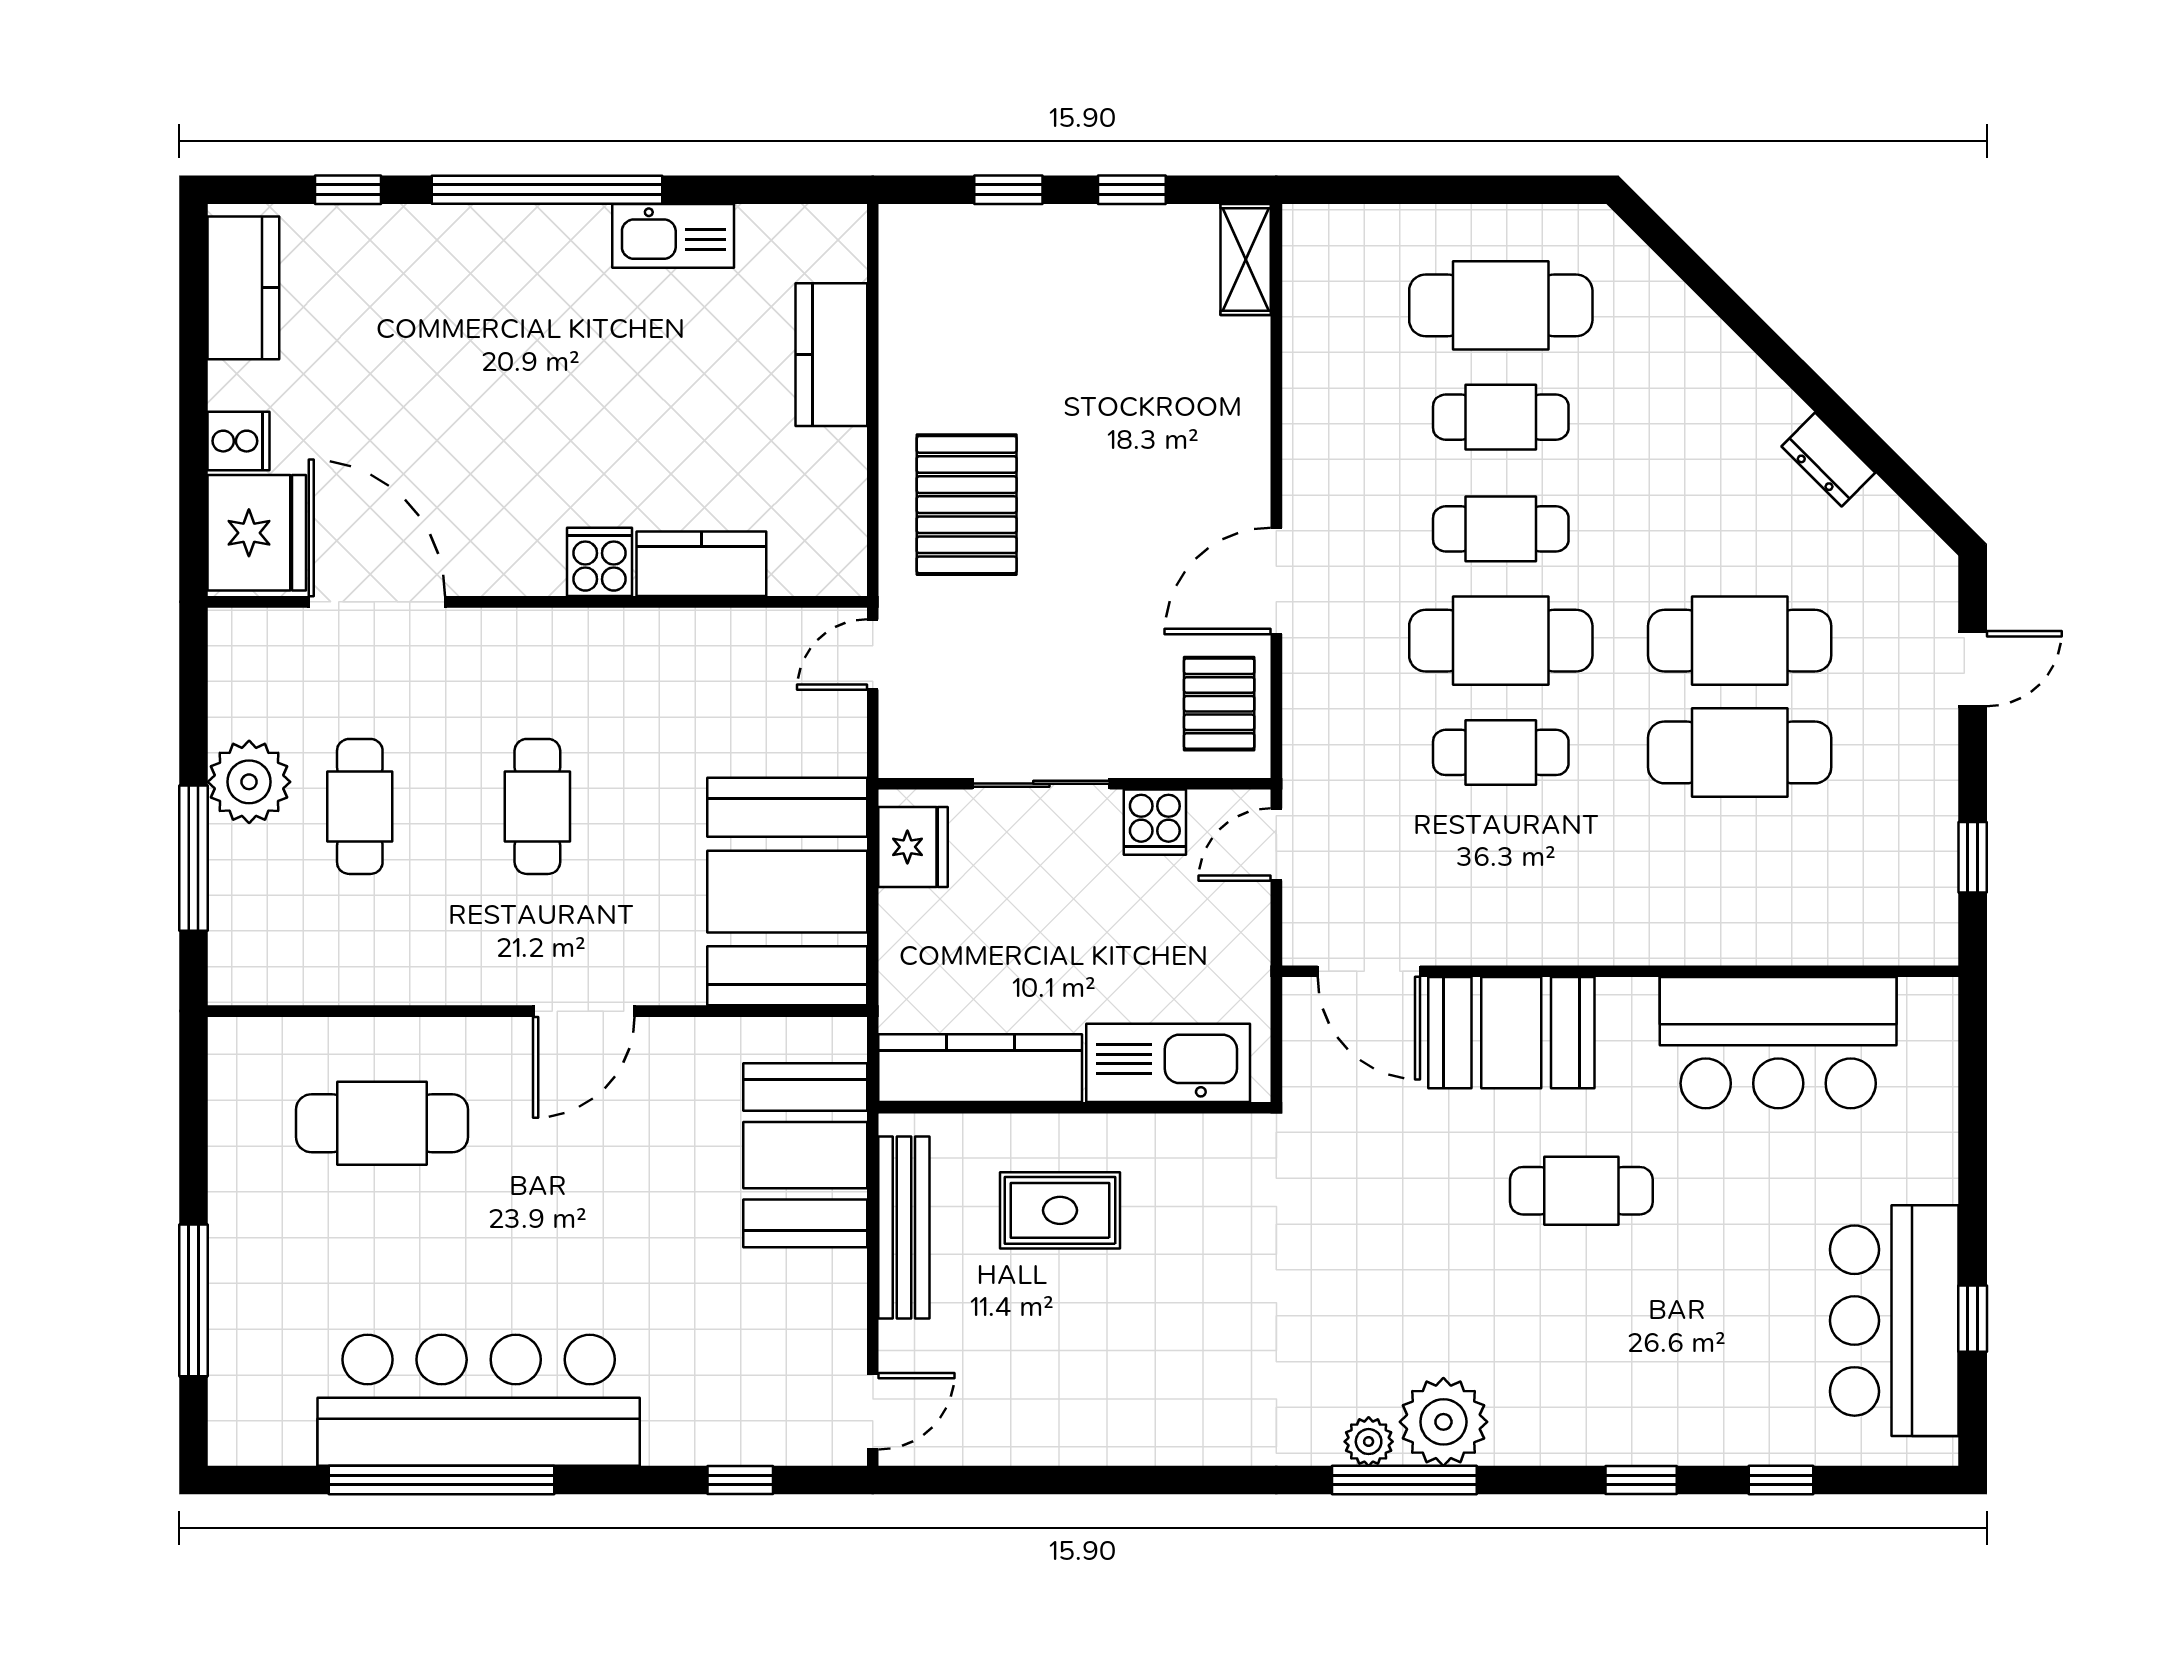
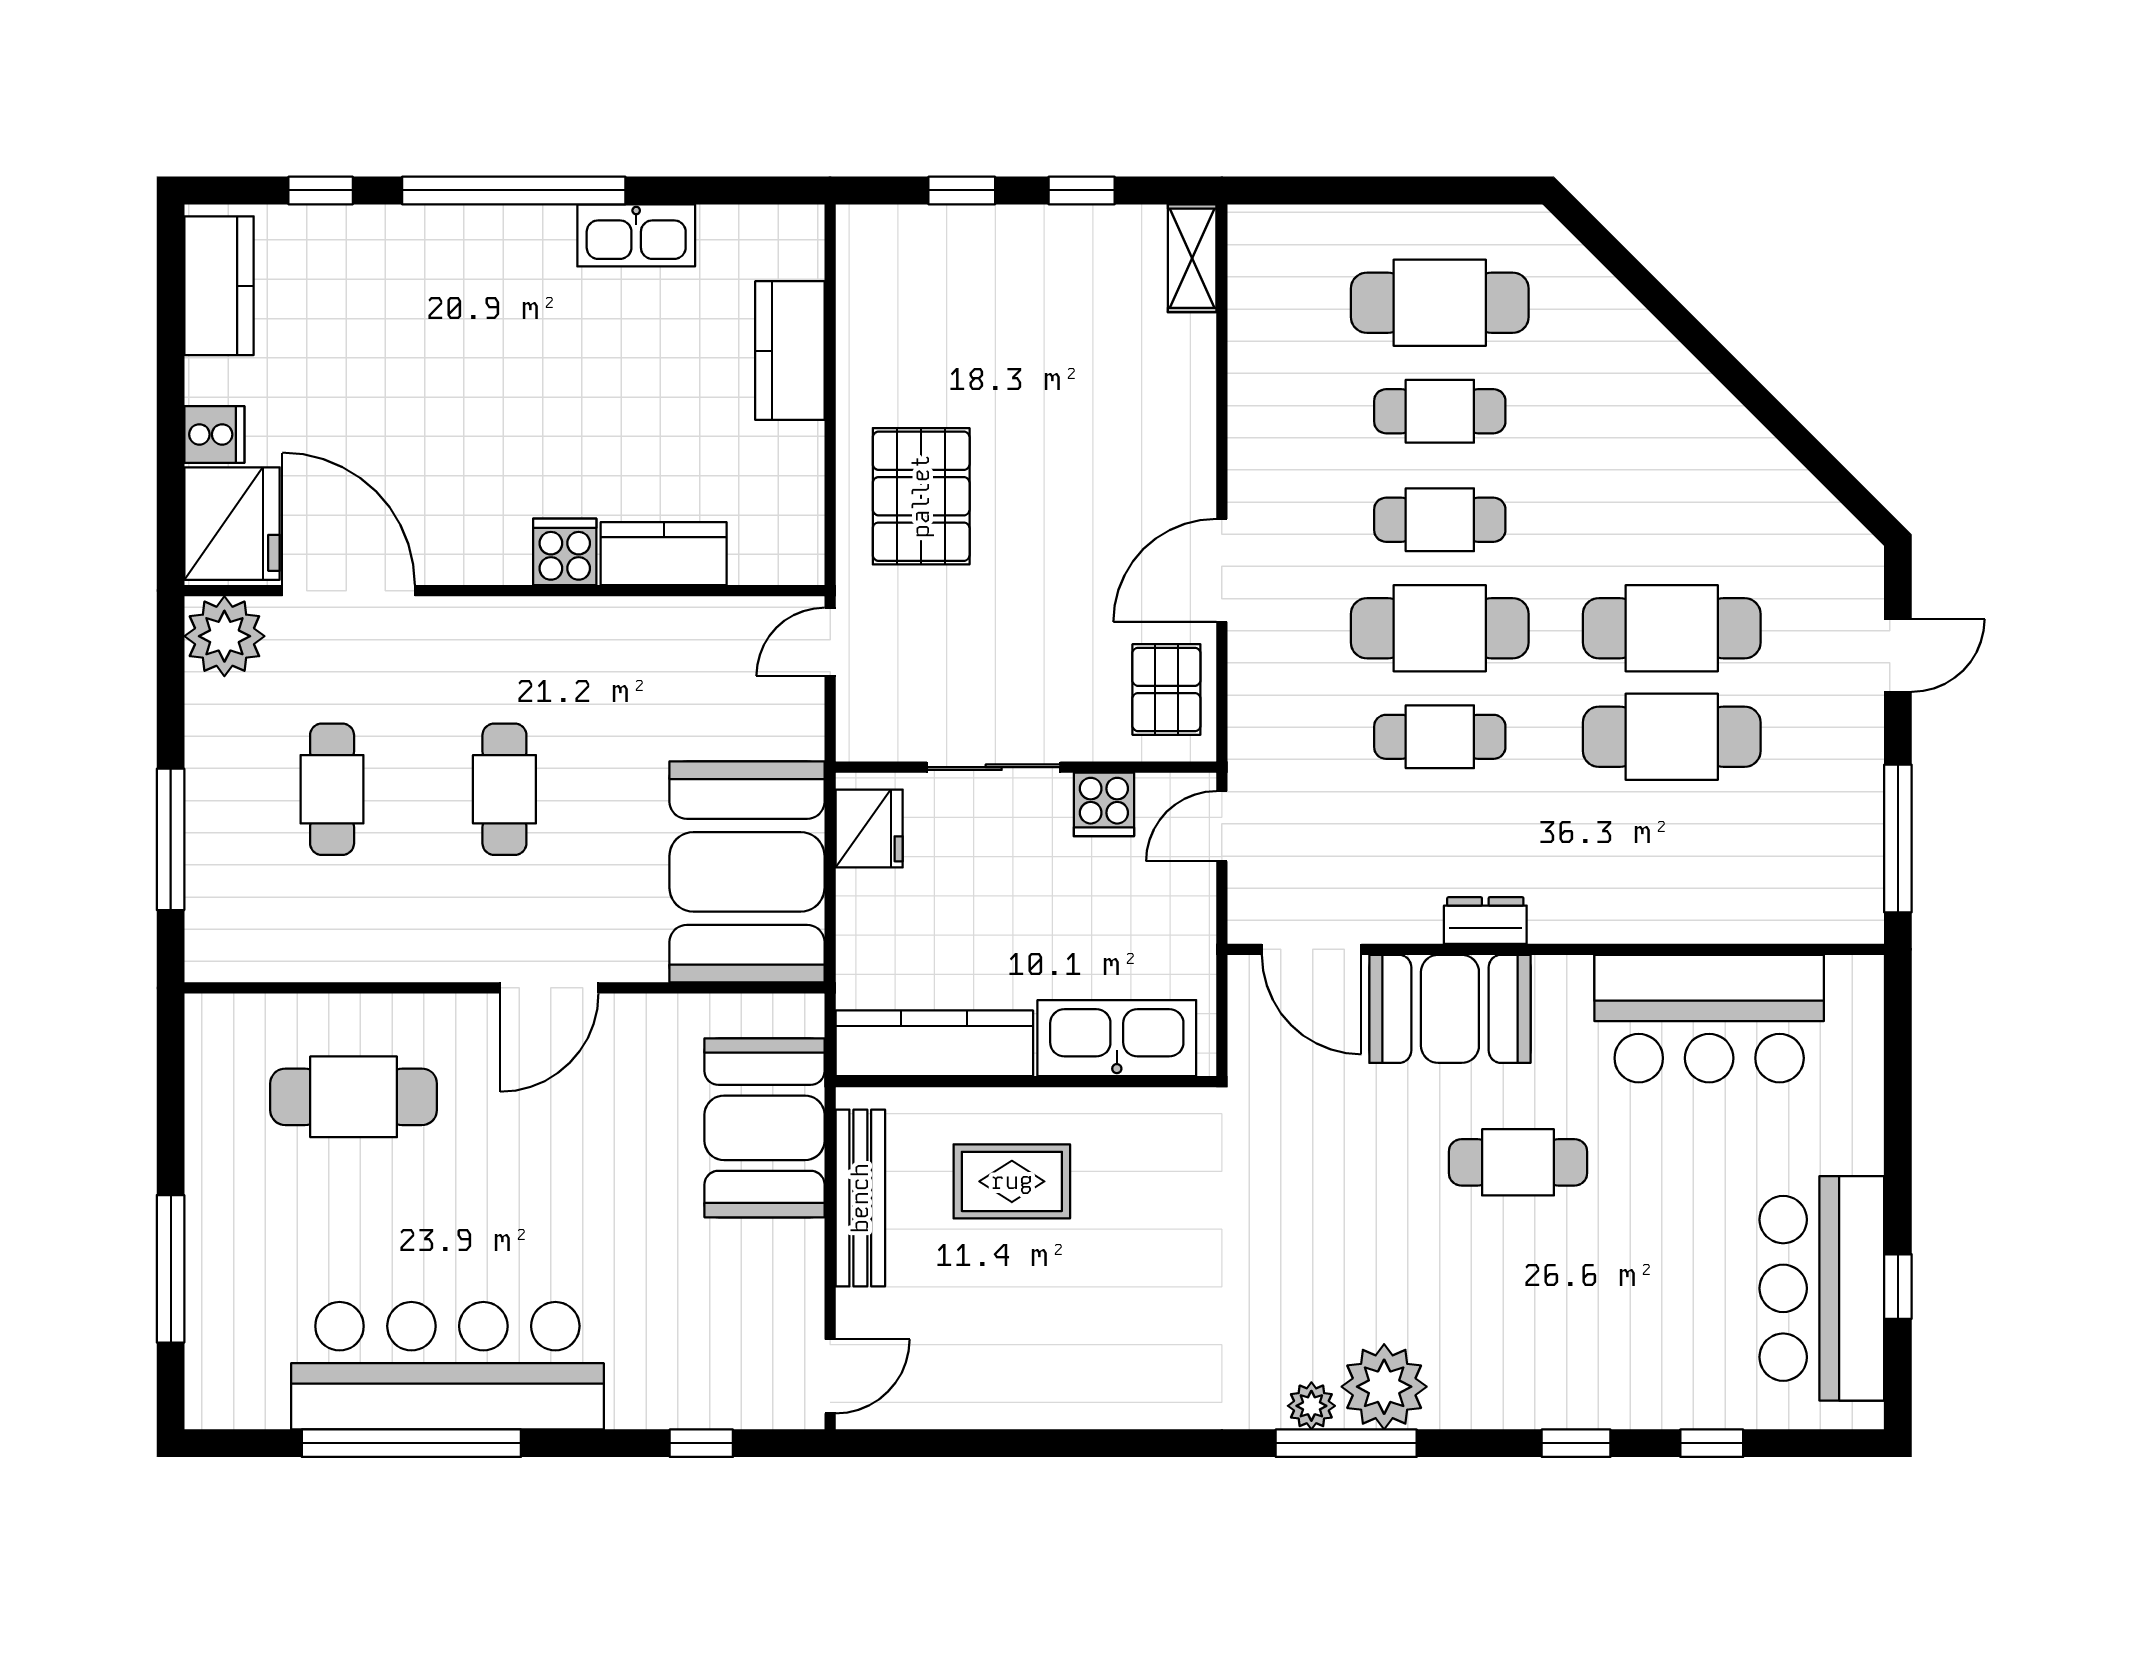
dresser: (1828, 460) -> (1485, 920), moved, turned 135
plant: (249, 782) -> (224, 636), moved
window: (1973, 857) -> (1898, 839), width x2.17

